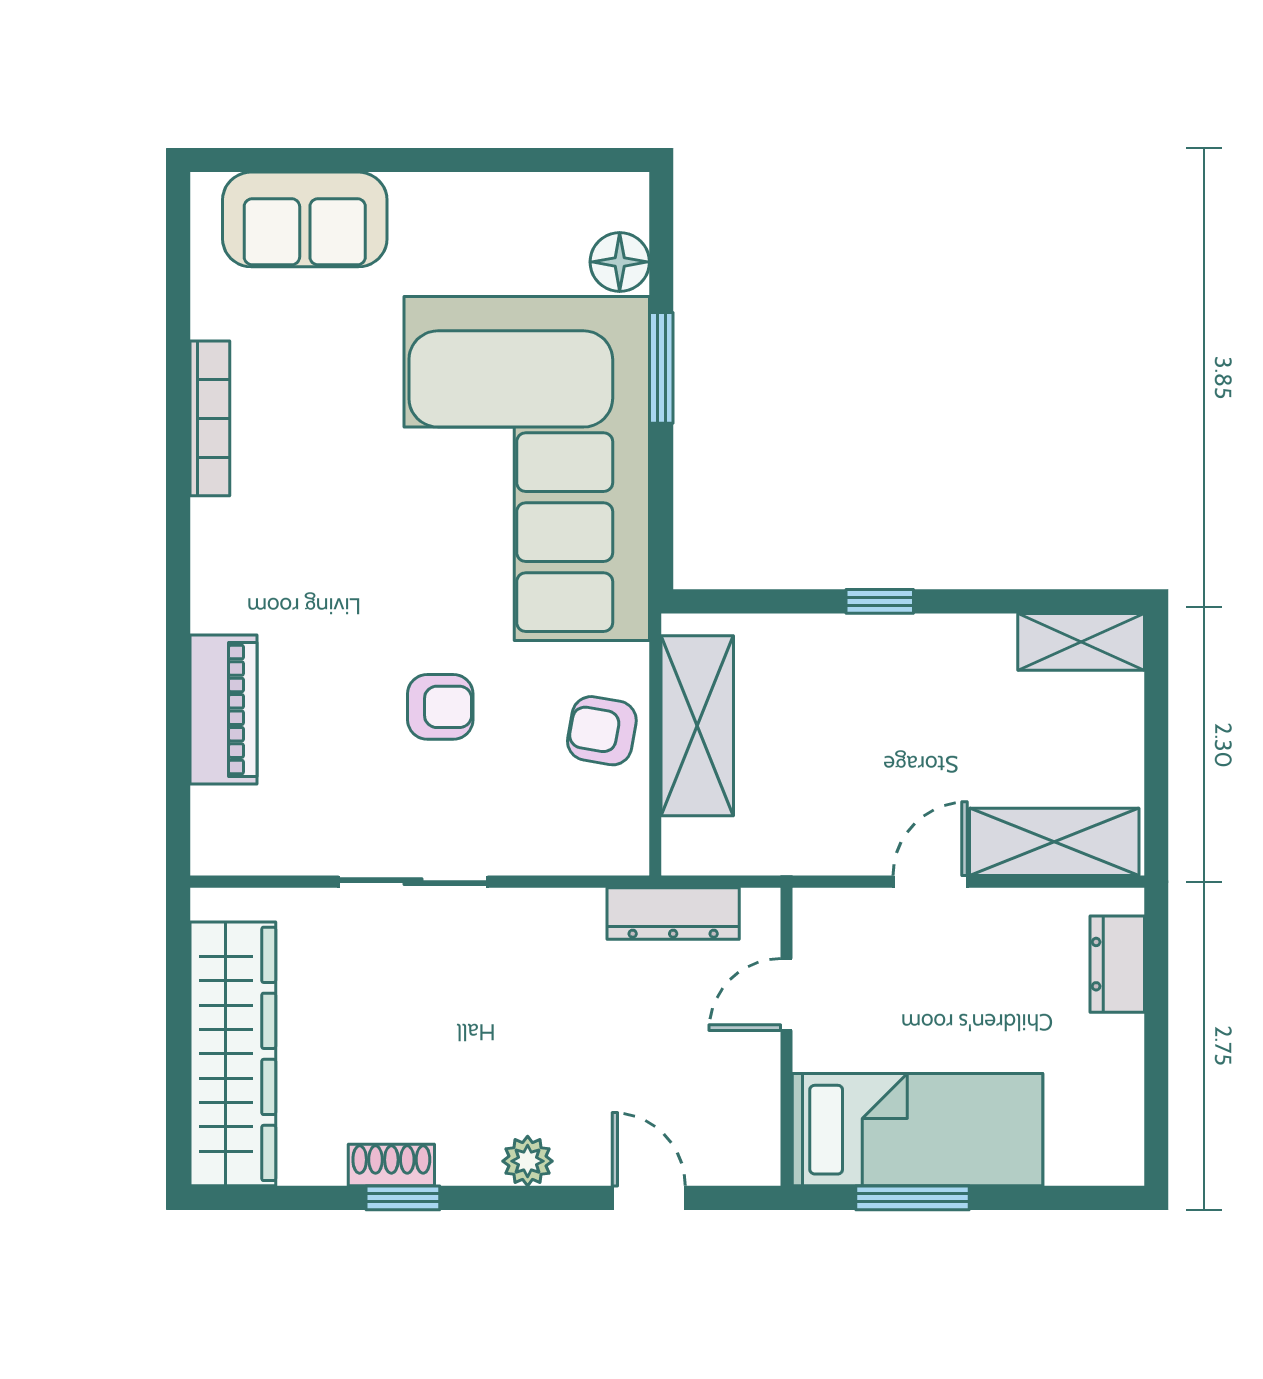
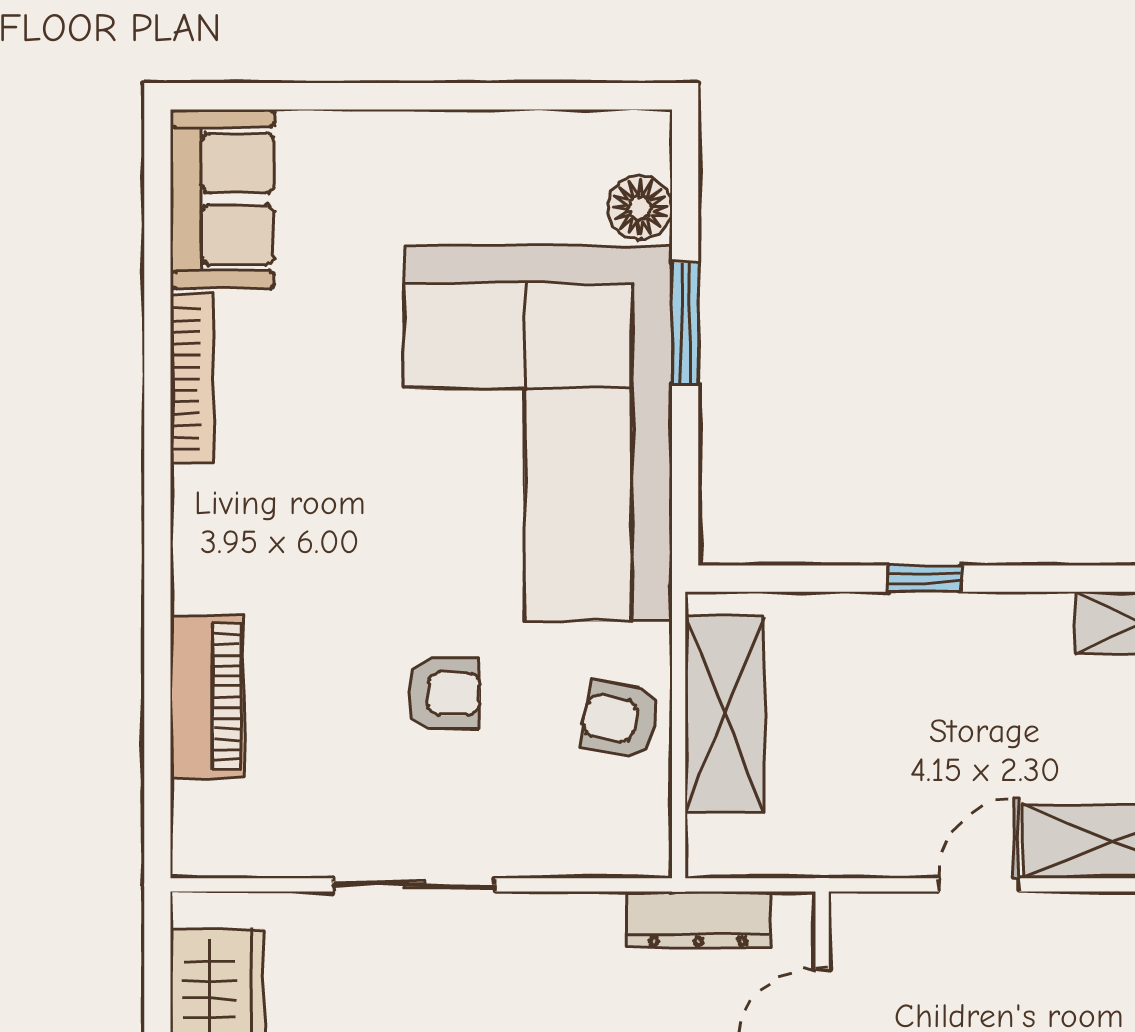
sofa: (305, 219) -> (222, 199), moved, turned -90

